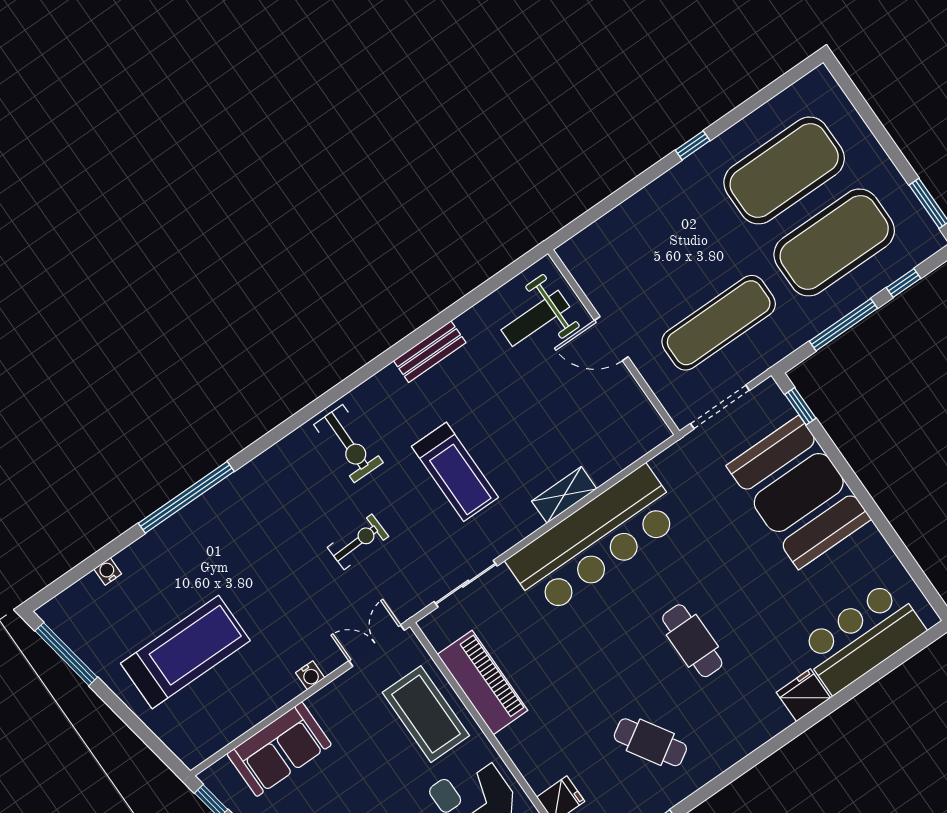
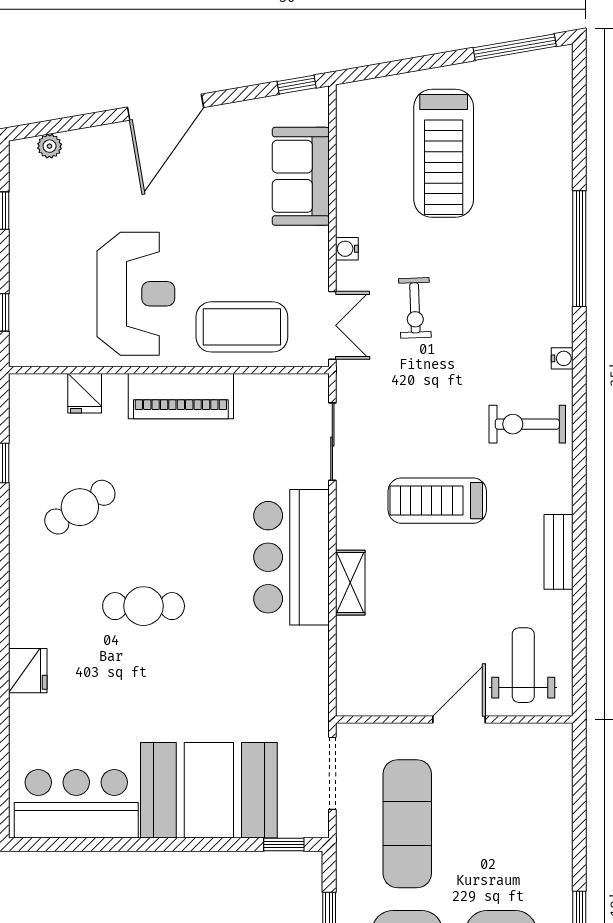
bar counter: (595, 540) -> (291, 557), width x0.73
exercise bike: (358, 542) -> (415, 308), moved
water cooler: (108, 571) -> (562, 358), moved
bar counter: (862, 637) -> (76, 804), moved, turned -90
piano: (483, 682) -> (181, 396), moved

